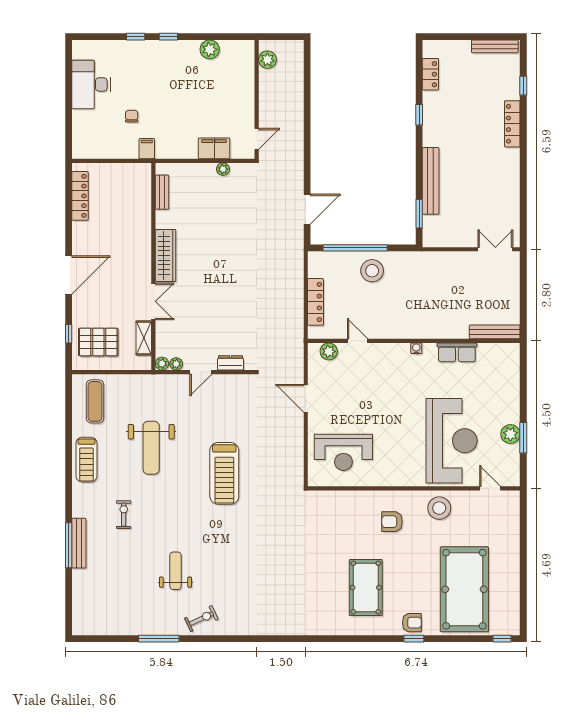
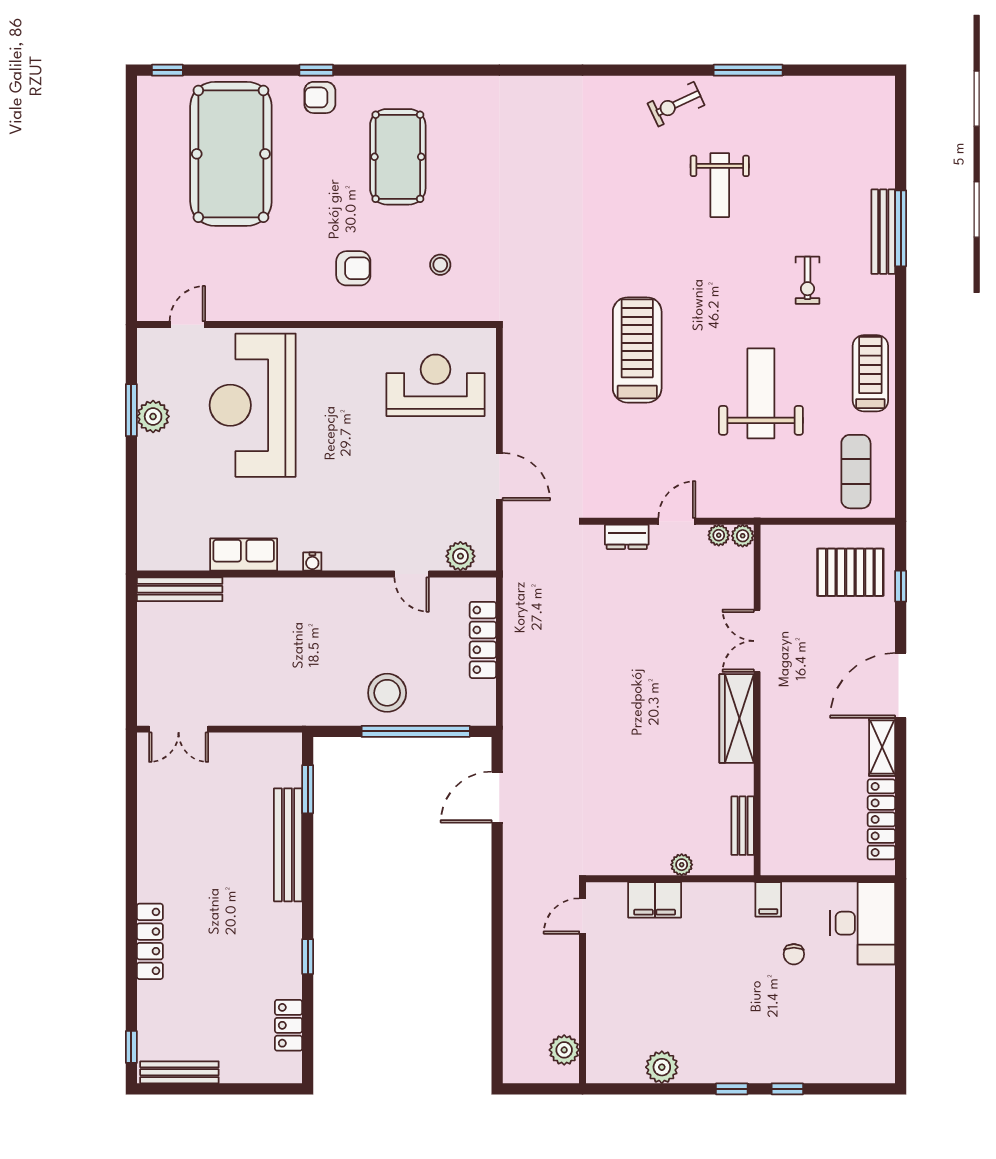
desk: (91, 84) -> (863, 923), moved
window: (523, 86) -> (131, 1047), moved
plant: (223, 169) -> (682, 865), moved
shelving: (144, 338) -> (882, 747), moved
door: (490, 488) -> (187, 325), swing flipped
stool: (439, 508) -> (440, 265), moved, width x0.53, depth x0.53

